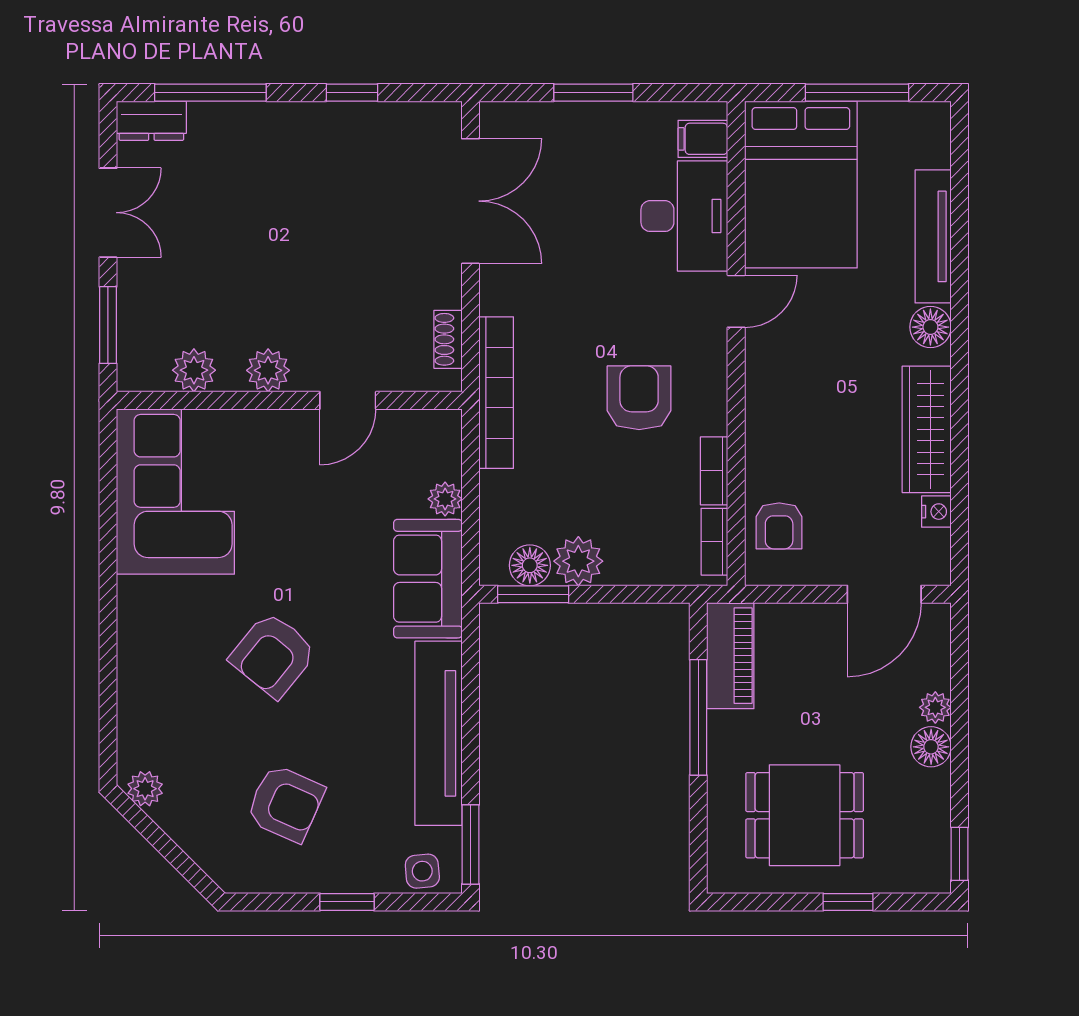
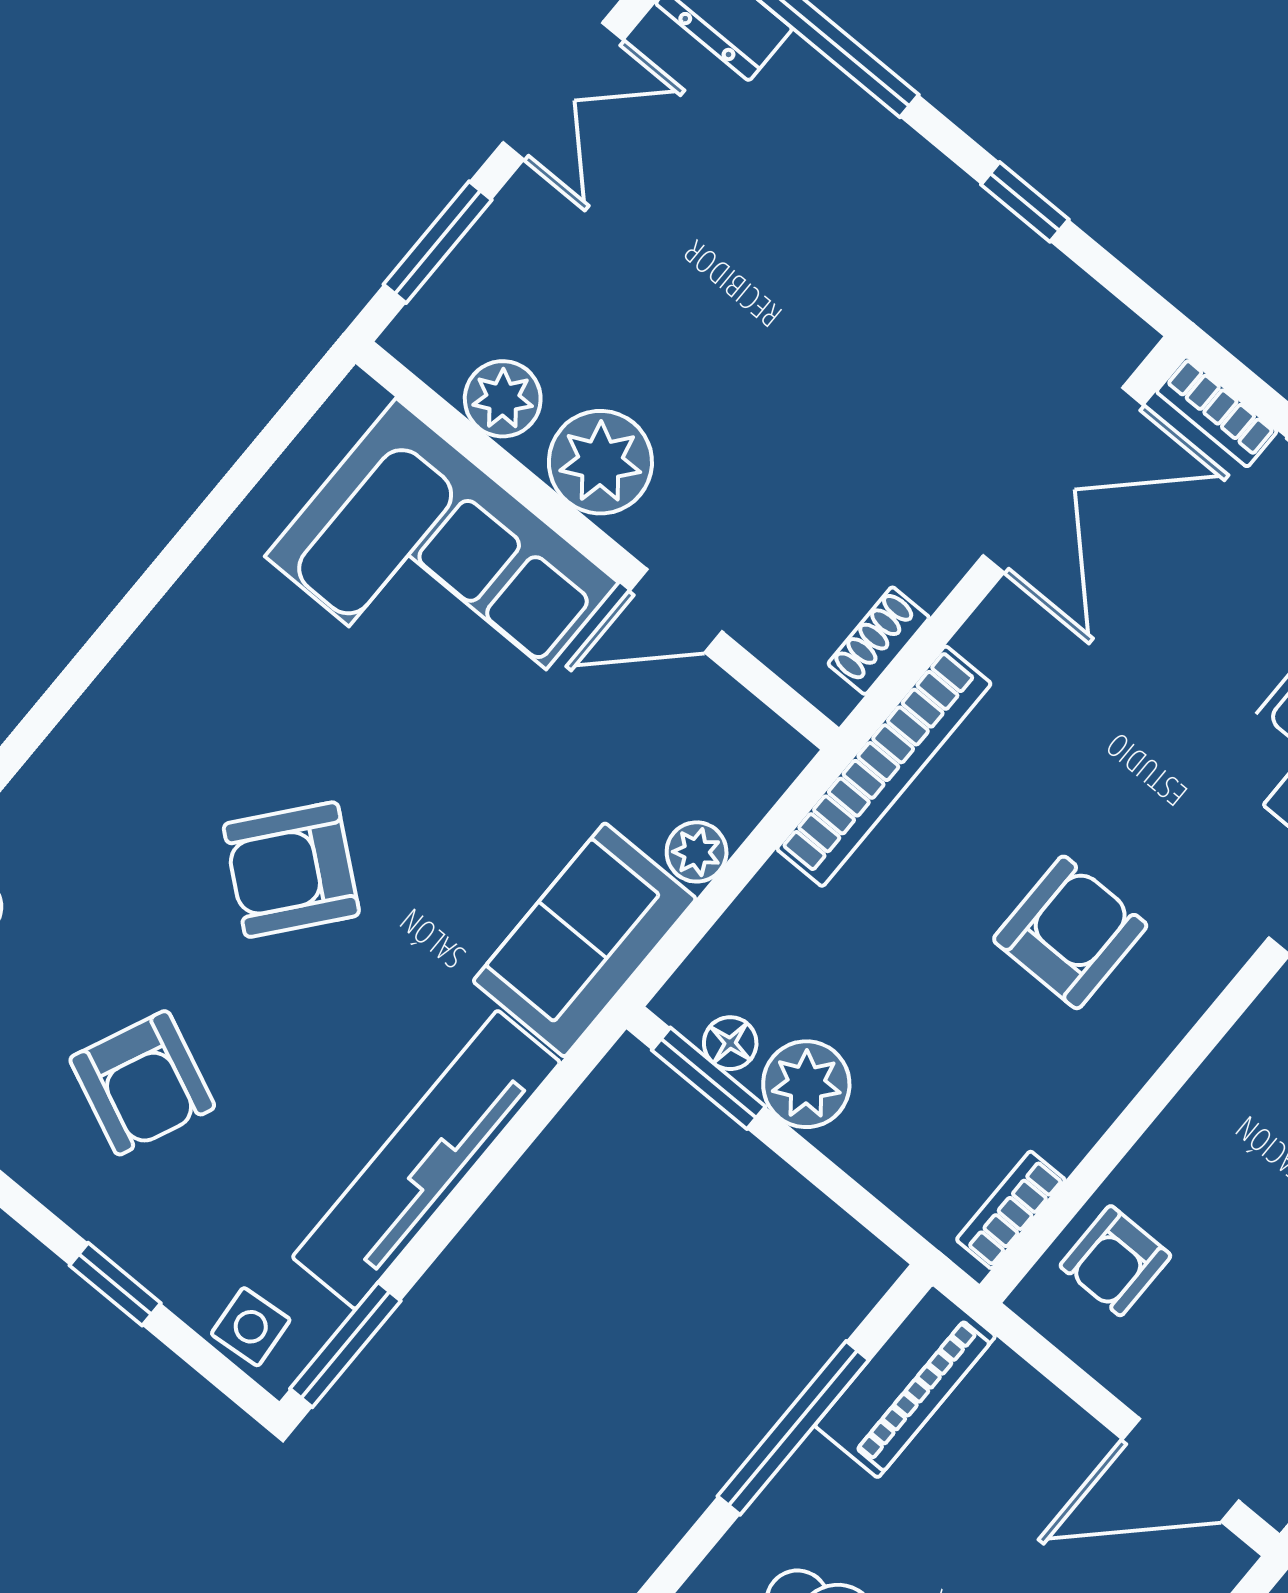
plant: (268, 370) -> (600, 462), width x1.36, depth x1.36
bookcase: (714, 471) -> (1217, 411), moved, turned -90
corner sofa: (175, 491) -> (442, 569), moved, turned 90
floor lamp: (530, 565) -> (730, 1043), width x0.73, depth x0.73

